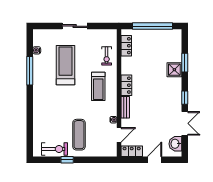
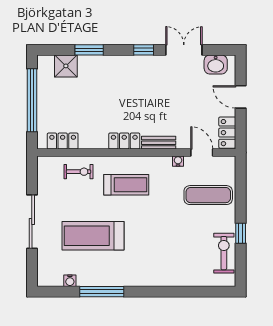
sliding door: (75, 26) -> (32, 222), width x1.37
shower: (174, 70) -> (66, 66), moved
exercise mat: (79, 135) -> (208, 195), moved

